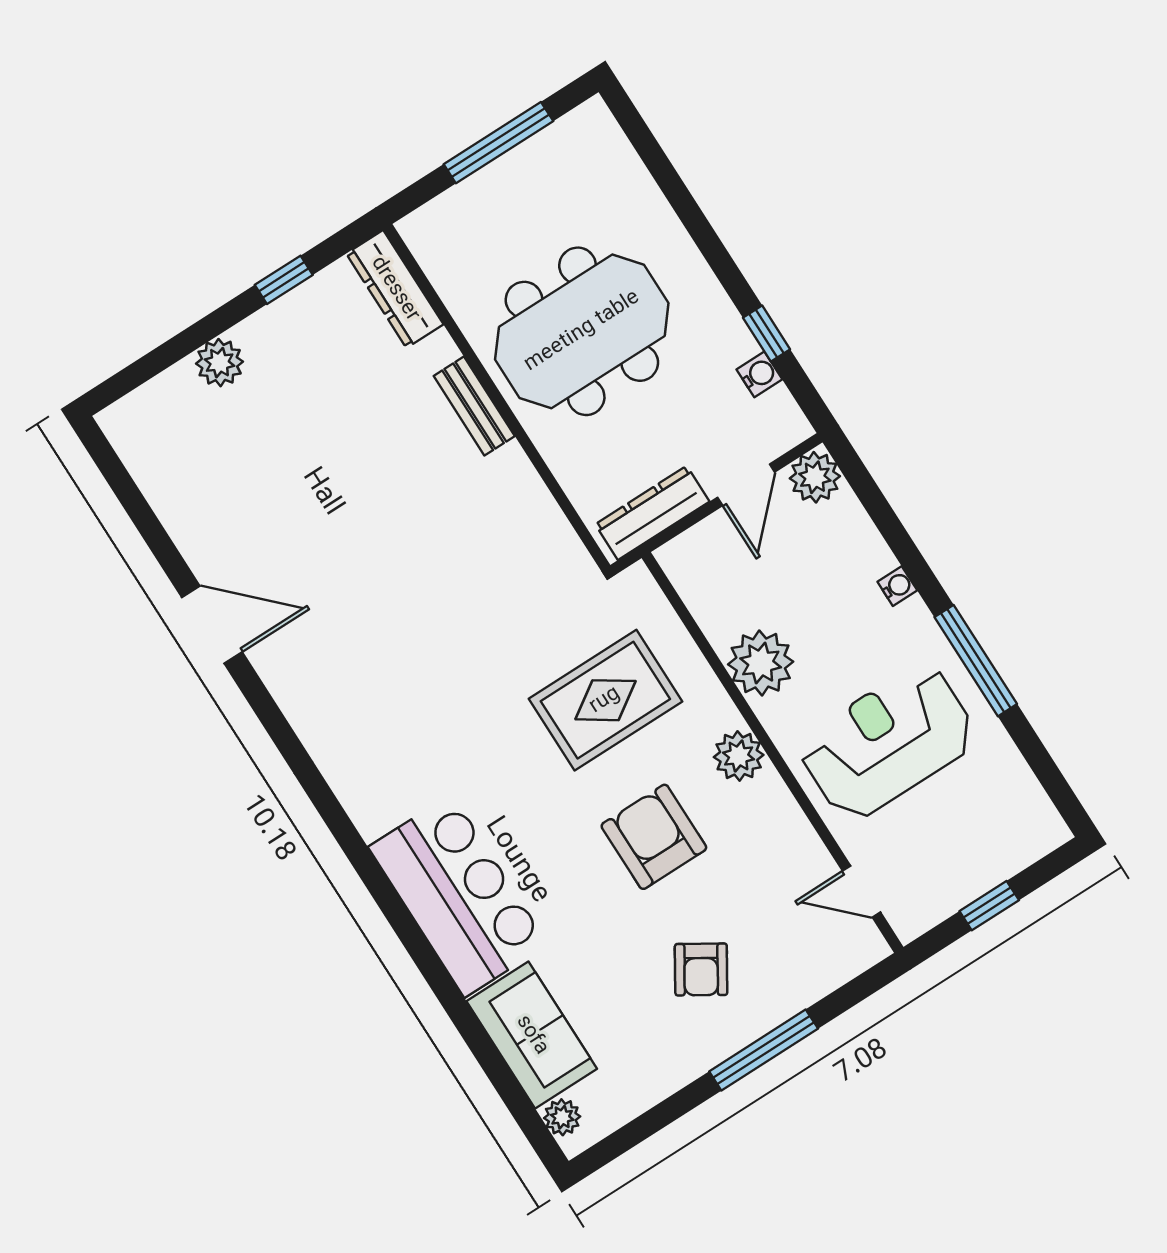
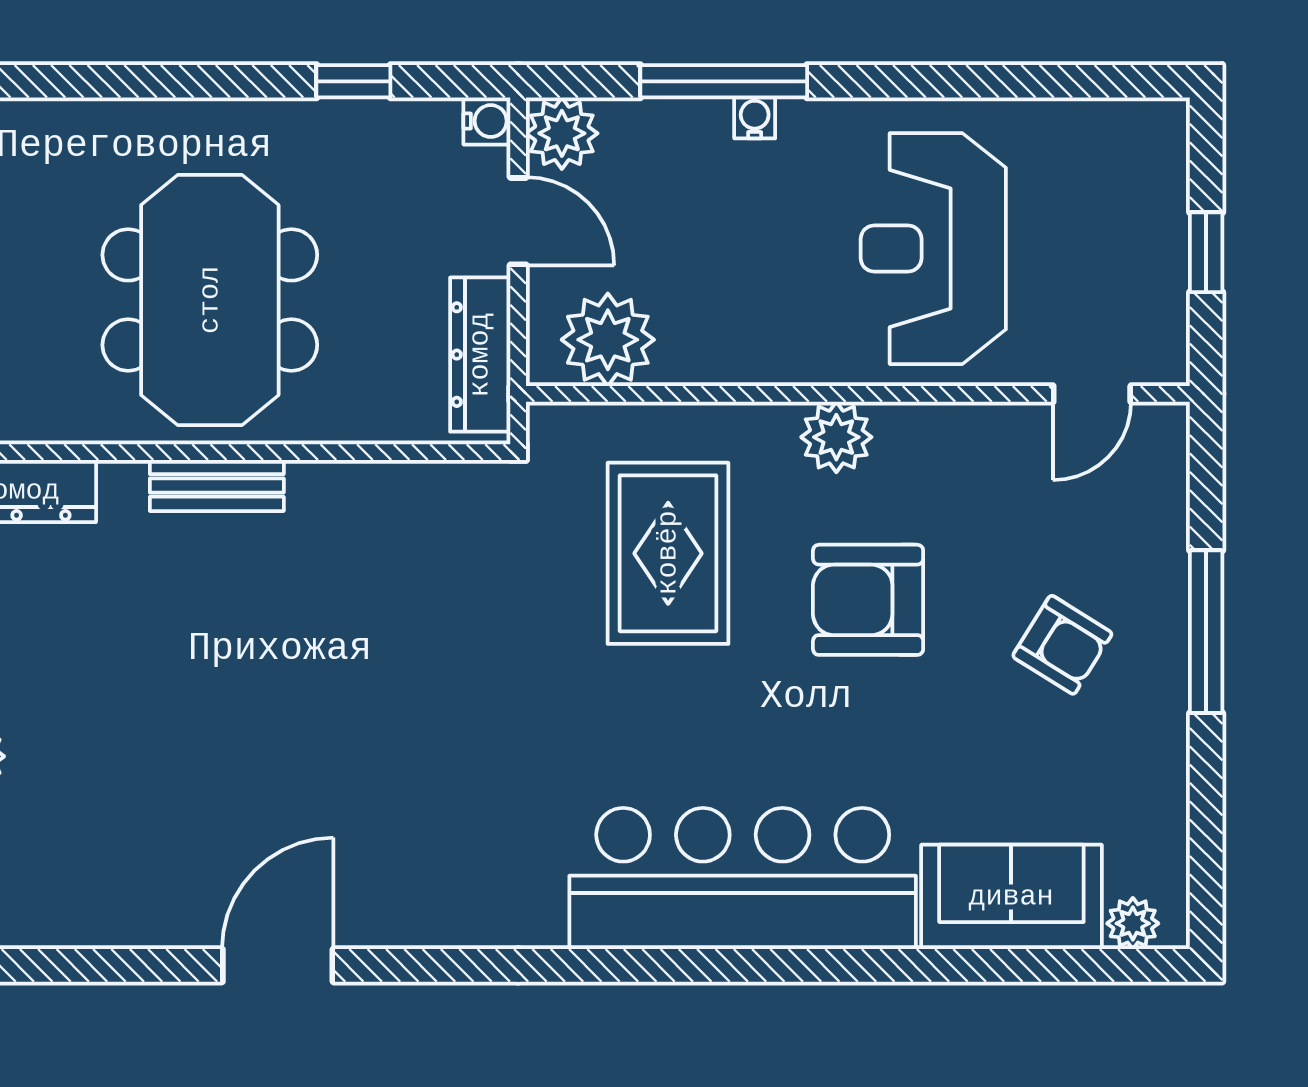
water cooler: (759, 374) -> (487, 121), moved, turned 90
window: (976, 661) -> (724, 81), moved
plant: (761, 663) -> (608, 340), moved
bar counter: (458, 896) -> (743, 879), width x1.36

